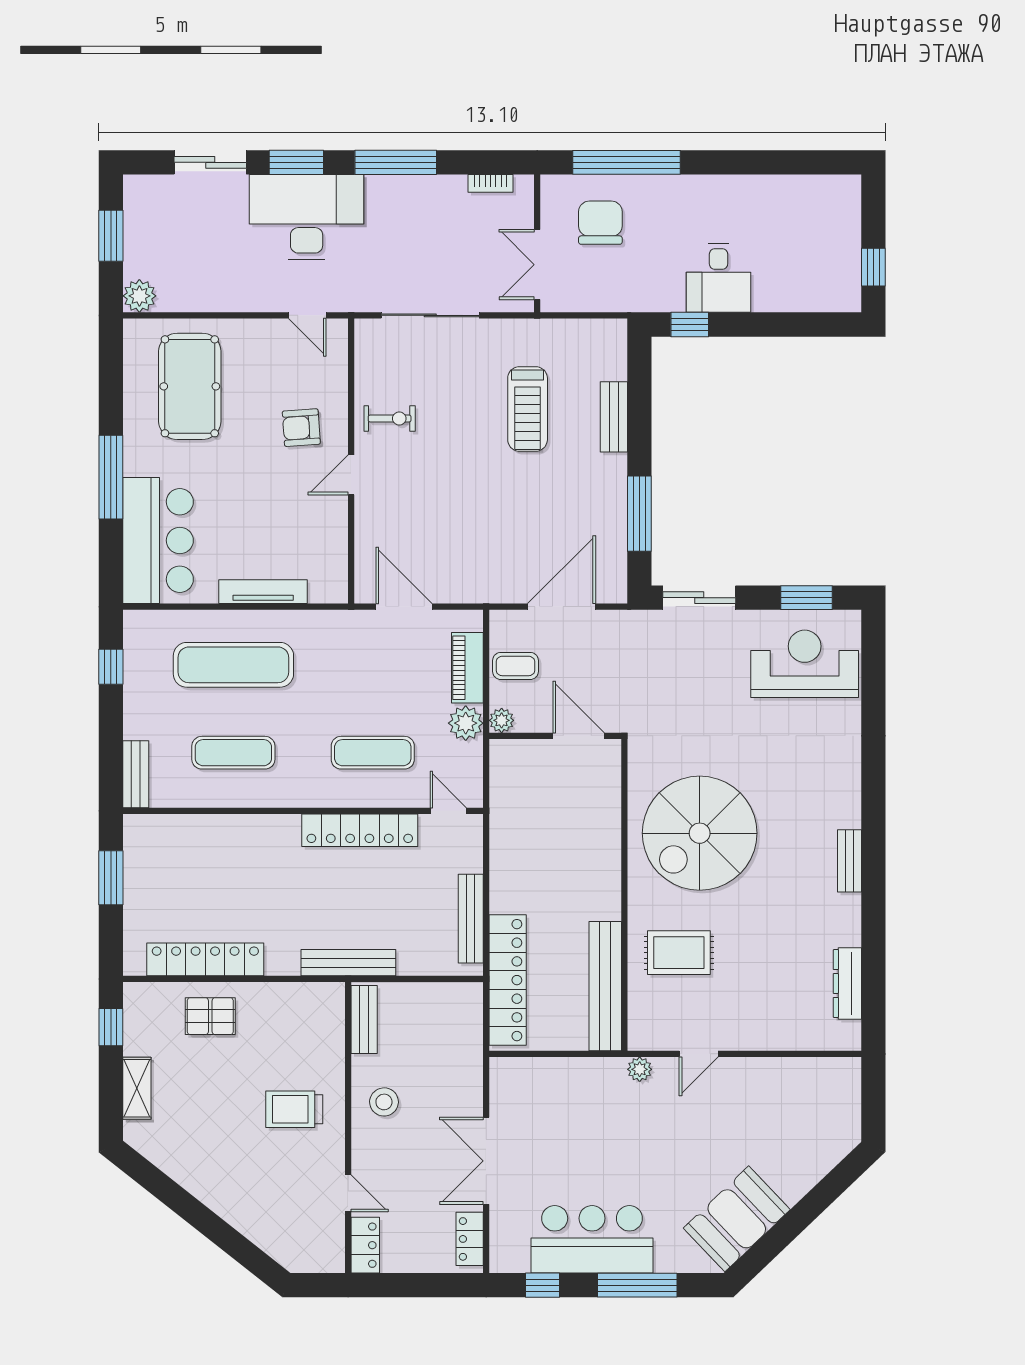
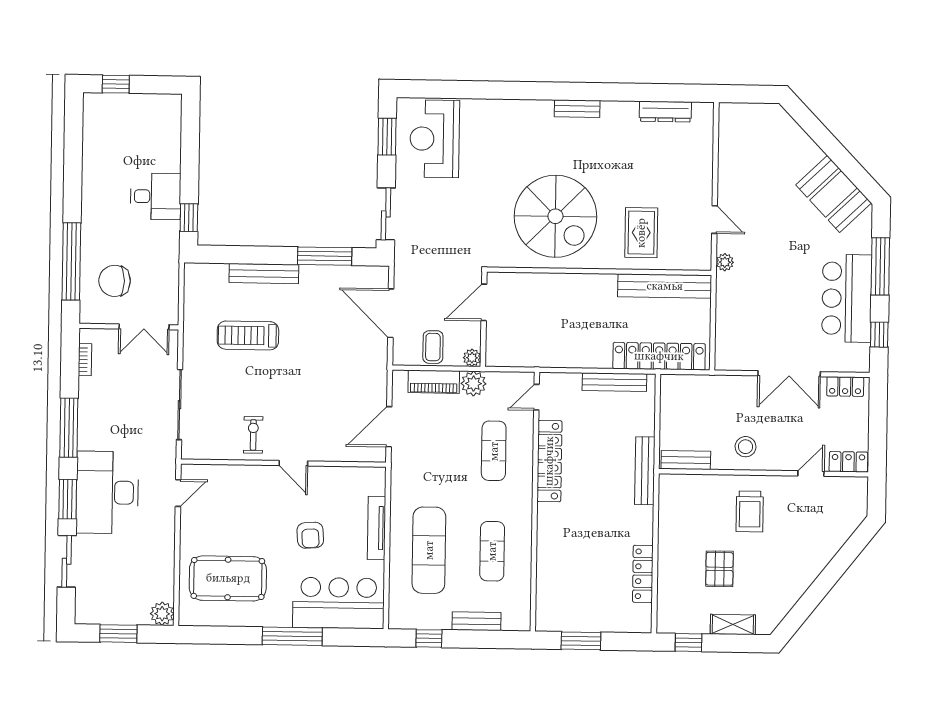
window: (873, 267) -> (116, 84), moved
treadmill: (528, 409) -> (248, 335), turned 180
bench: (614, 417) -> (264, 274), width x1.36
armchair: (301, 428) -> (310, 535), moved
bench: (136, 774) -> (477, 621), moved
locker: (205, 959) -> (643, 574), width x0.71, depth x0.83
pallet: (210, 1016) -> (719, 569), moved

